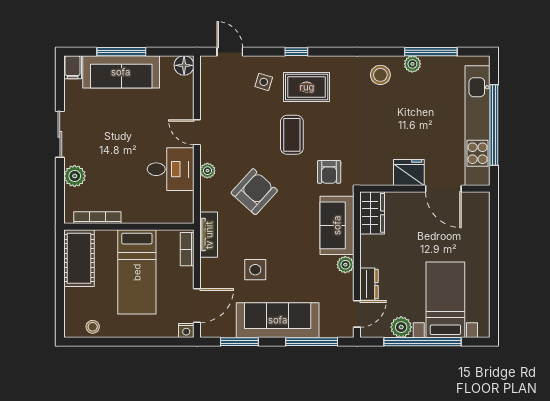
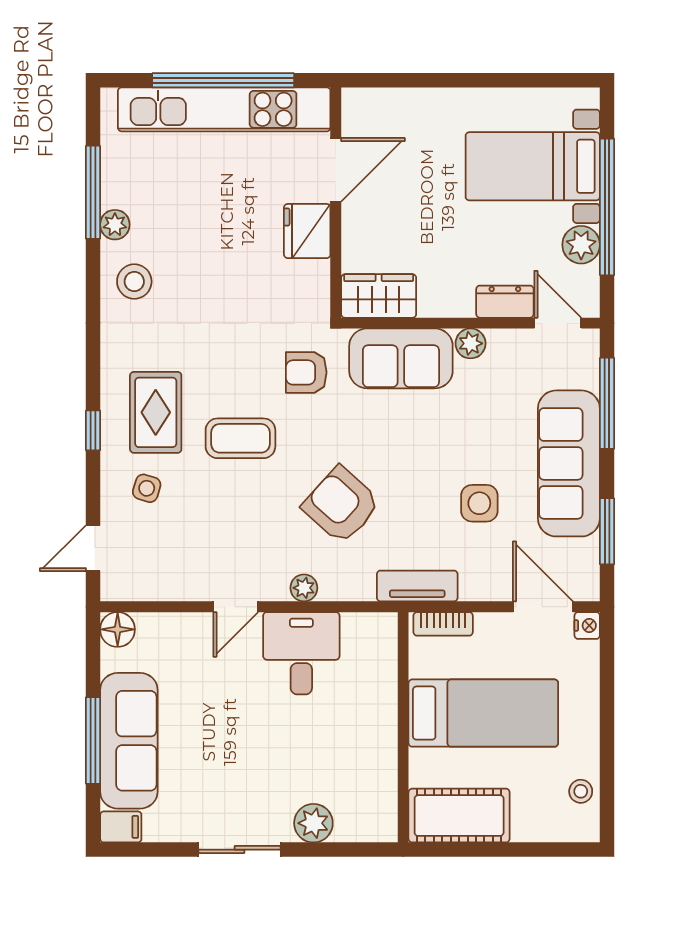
armchair: (329, 172) -> (306, 372), turned 180
bookcase: (97, 218) -> (387, 783), removed

